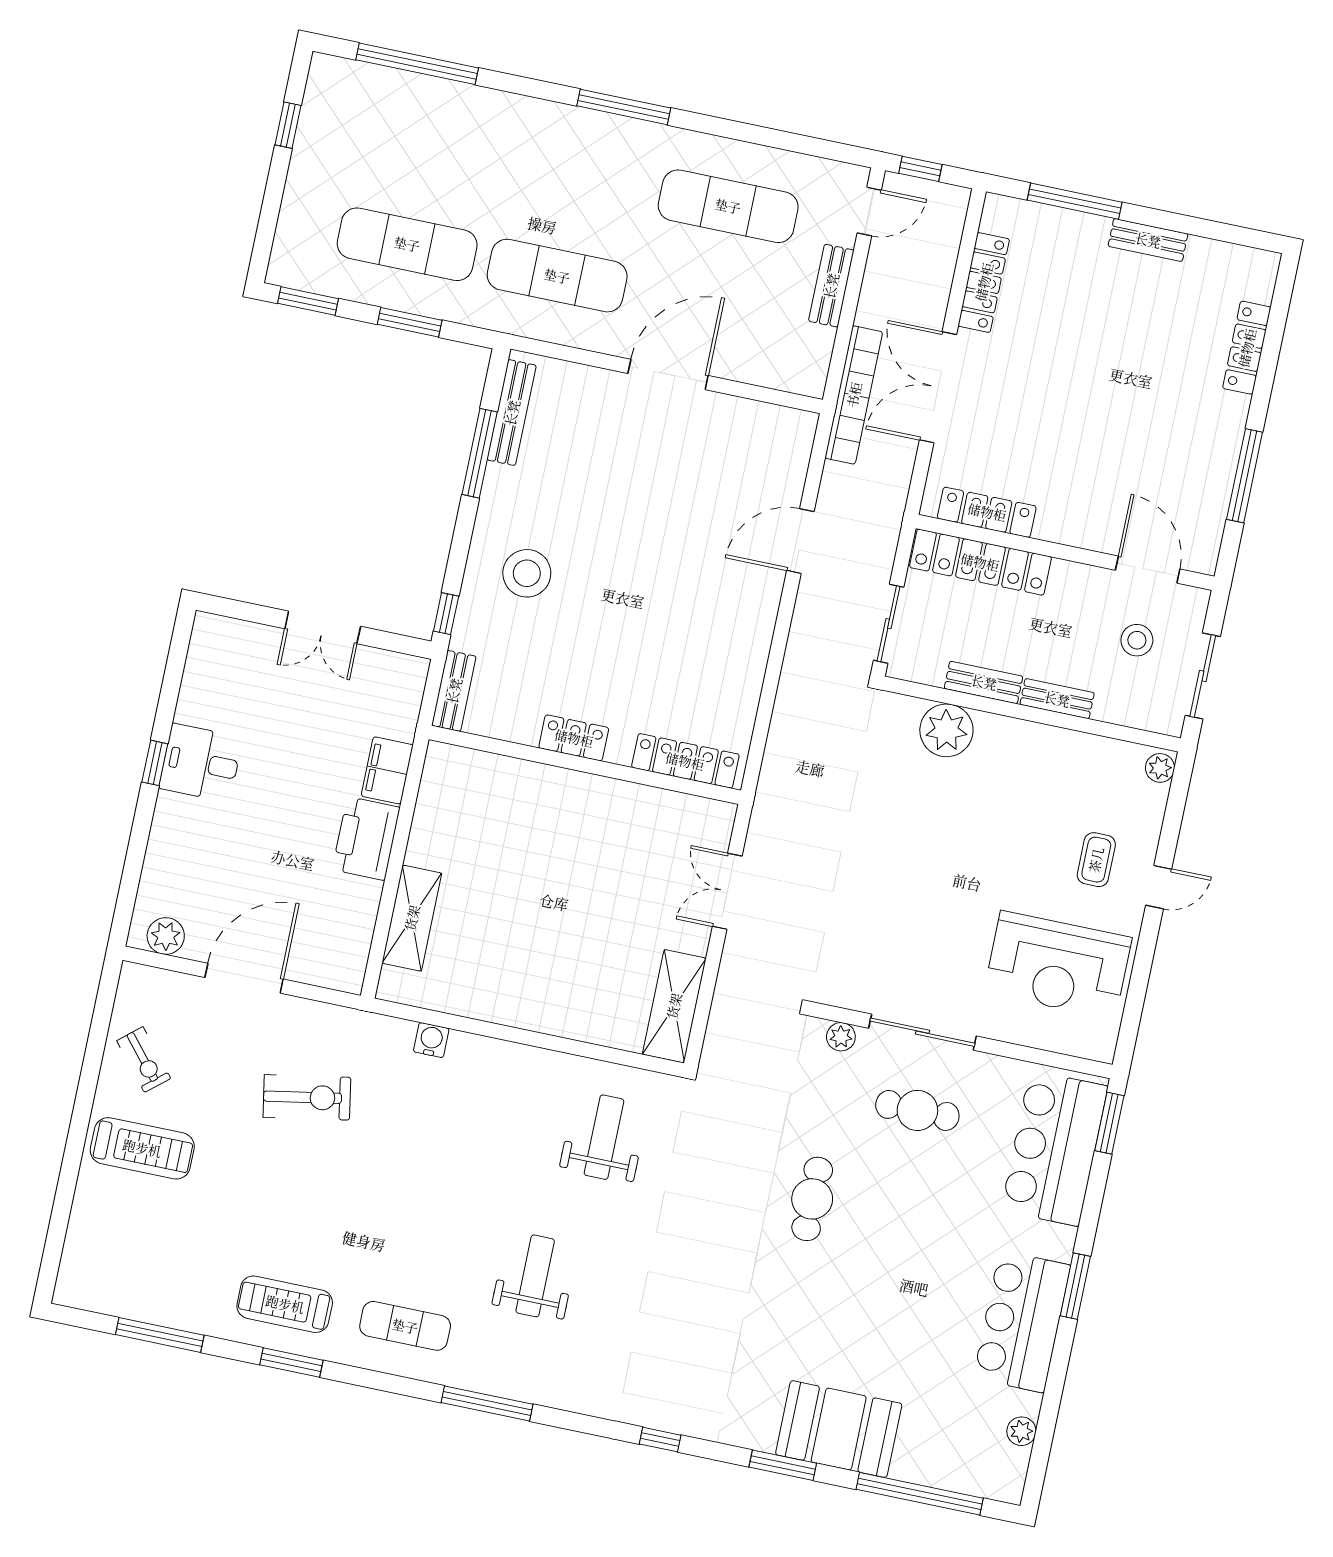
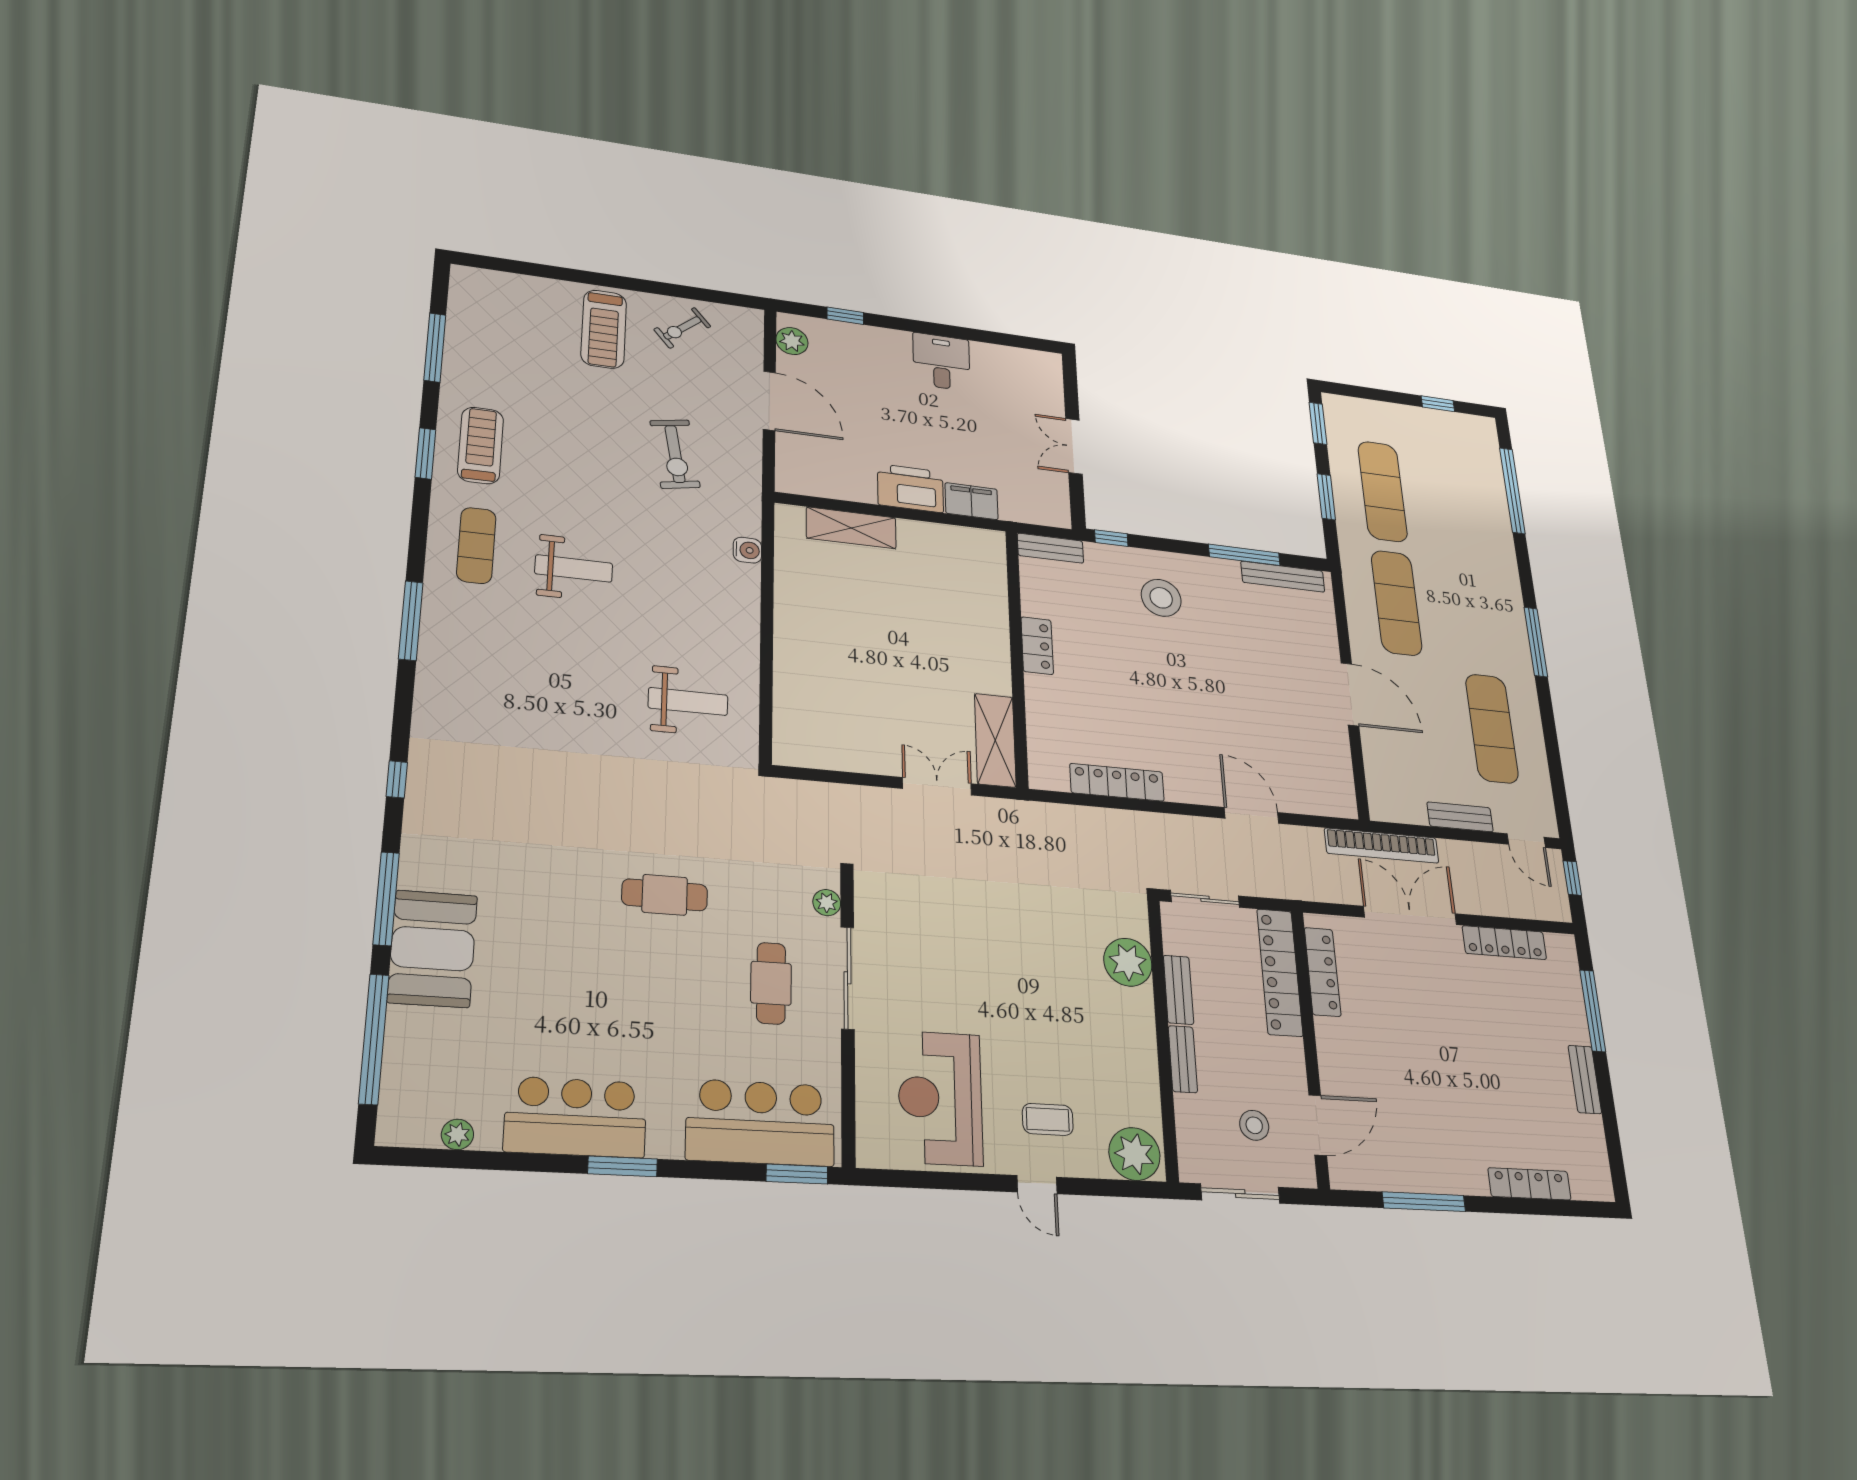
locker: (685, 761) -> (1117, 782), moved, turned -90
window: (155, 763) -> (845, 316), moved
plant: (1160, 768) -> (1134, 1154), width x1.88, depth x1.88
shelving: (674, 1006) -> (995, 740), moved, turned 90
weight bench: (535, 1276) -> (574, 569), moved
window: (783, 1465) -> (386, 899), width x1.44

